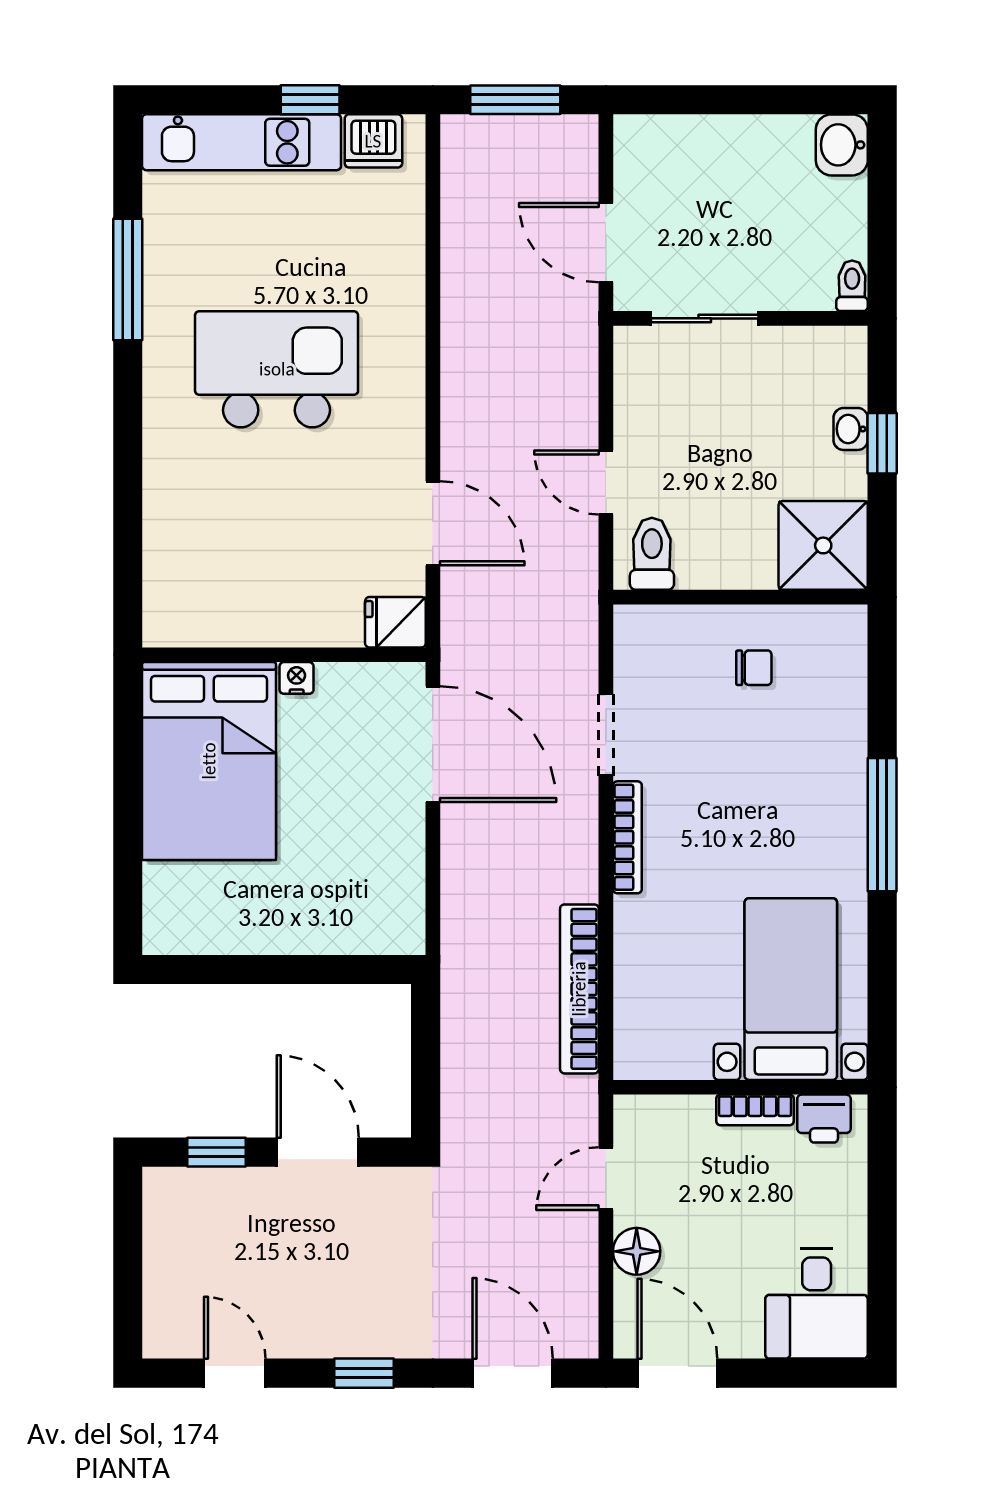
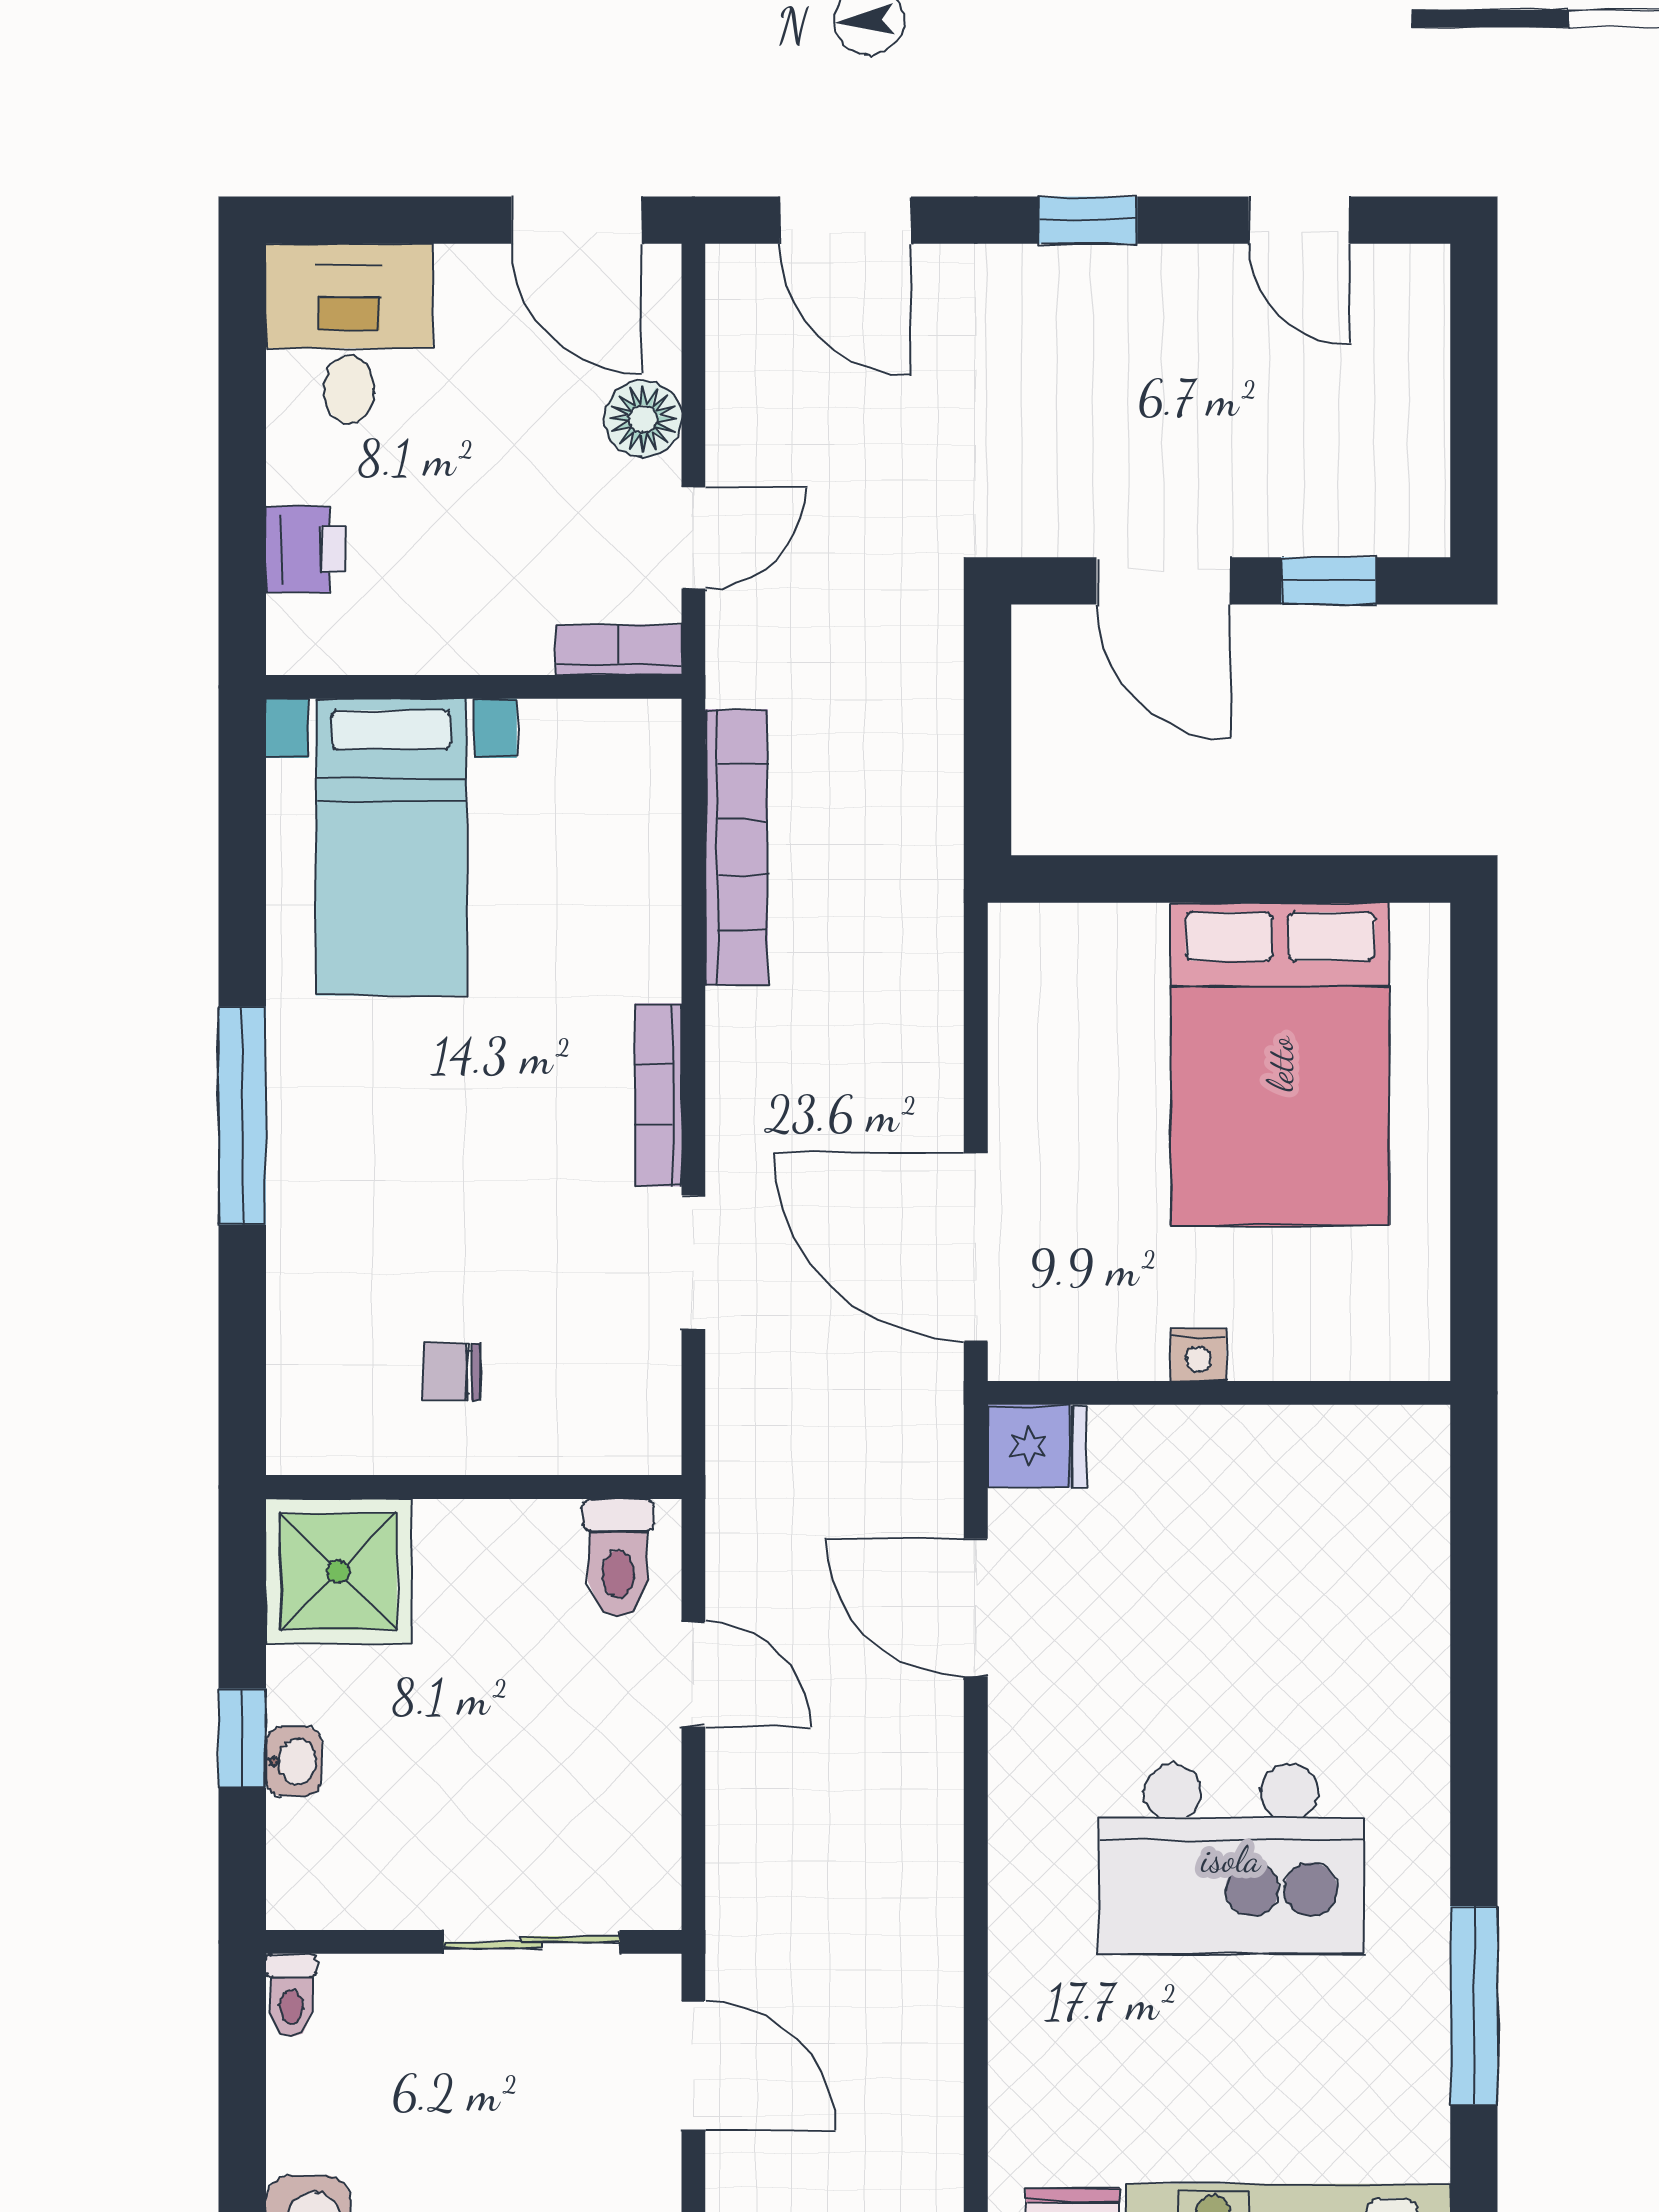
bed: (209, 761) -> (1280, 1064), moved, turned 180
bookcase: (755, 1110) -> (618, 650), moved
printer: (824, 1119) -> (305, 550), moved, turned 90

